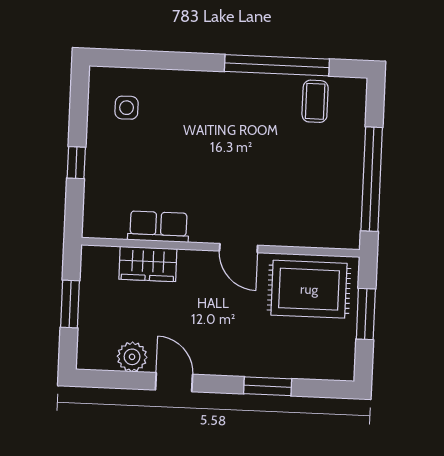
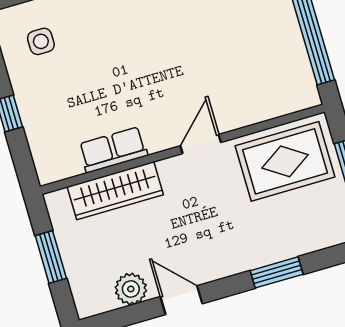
door: (239, 248) -> (201, 144), swing flipped
wardrobe: (148, 264) -> (115, 191), width x1.50

